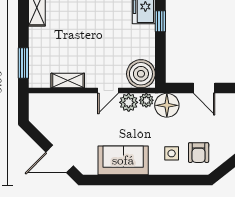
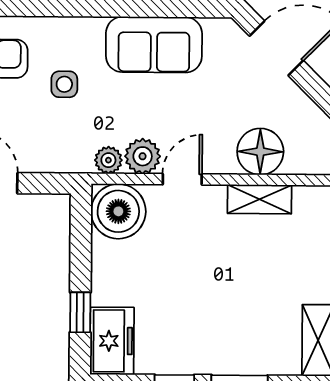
floor lamp: (167, 105) -> (260, 152), moved
side table: (172, 153) -> (64, 84), moved

